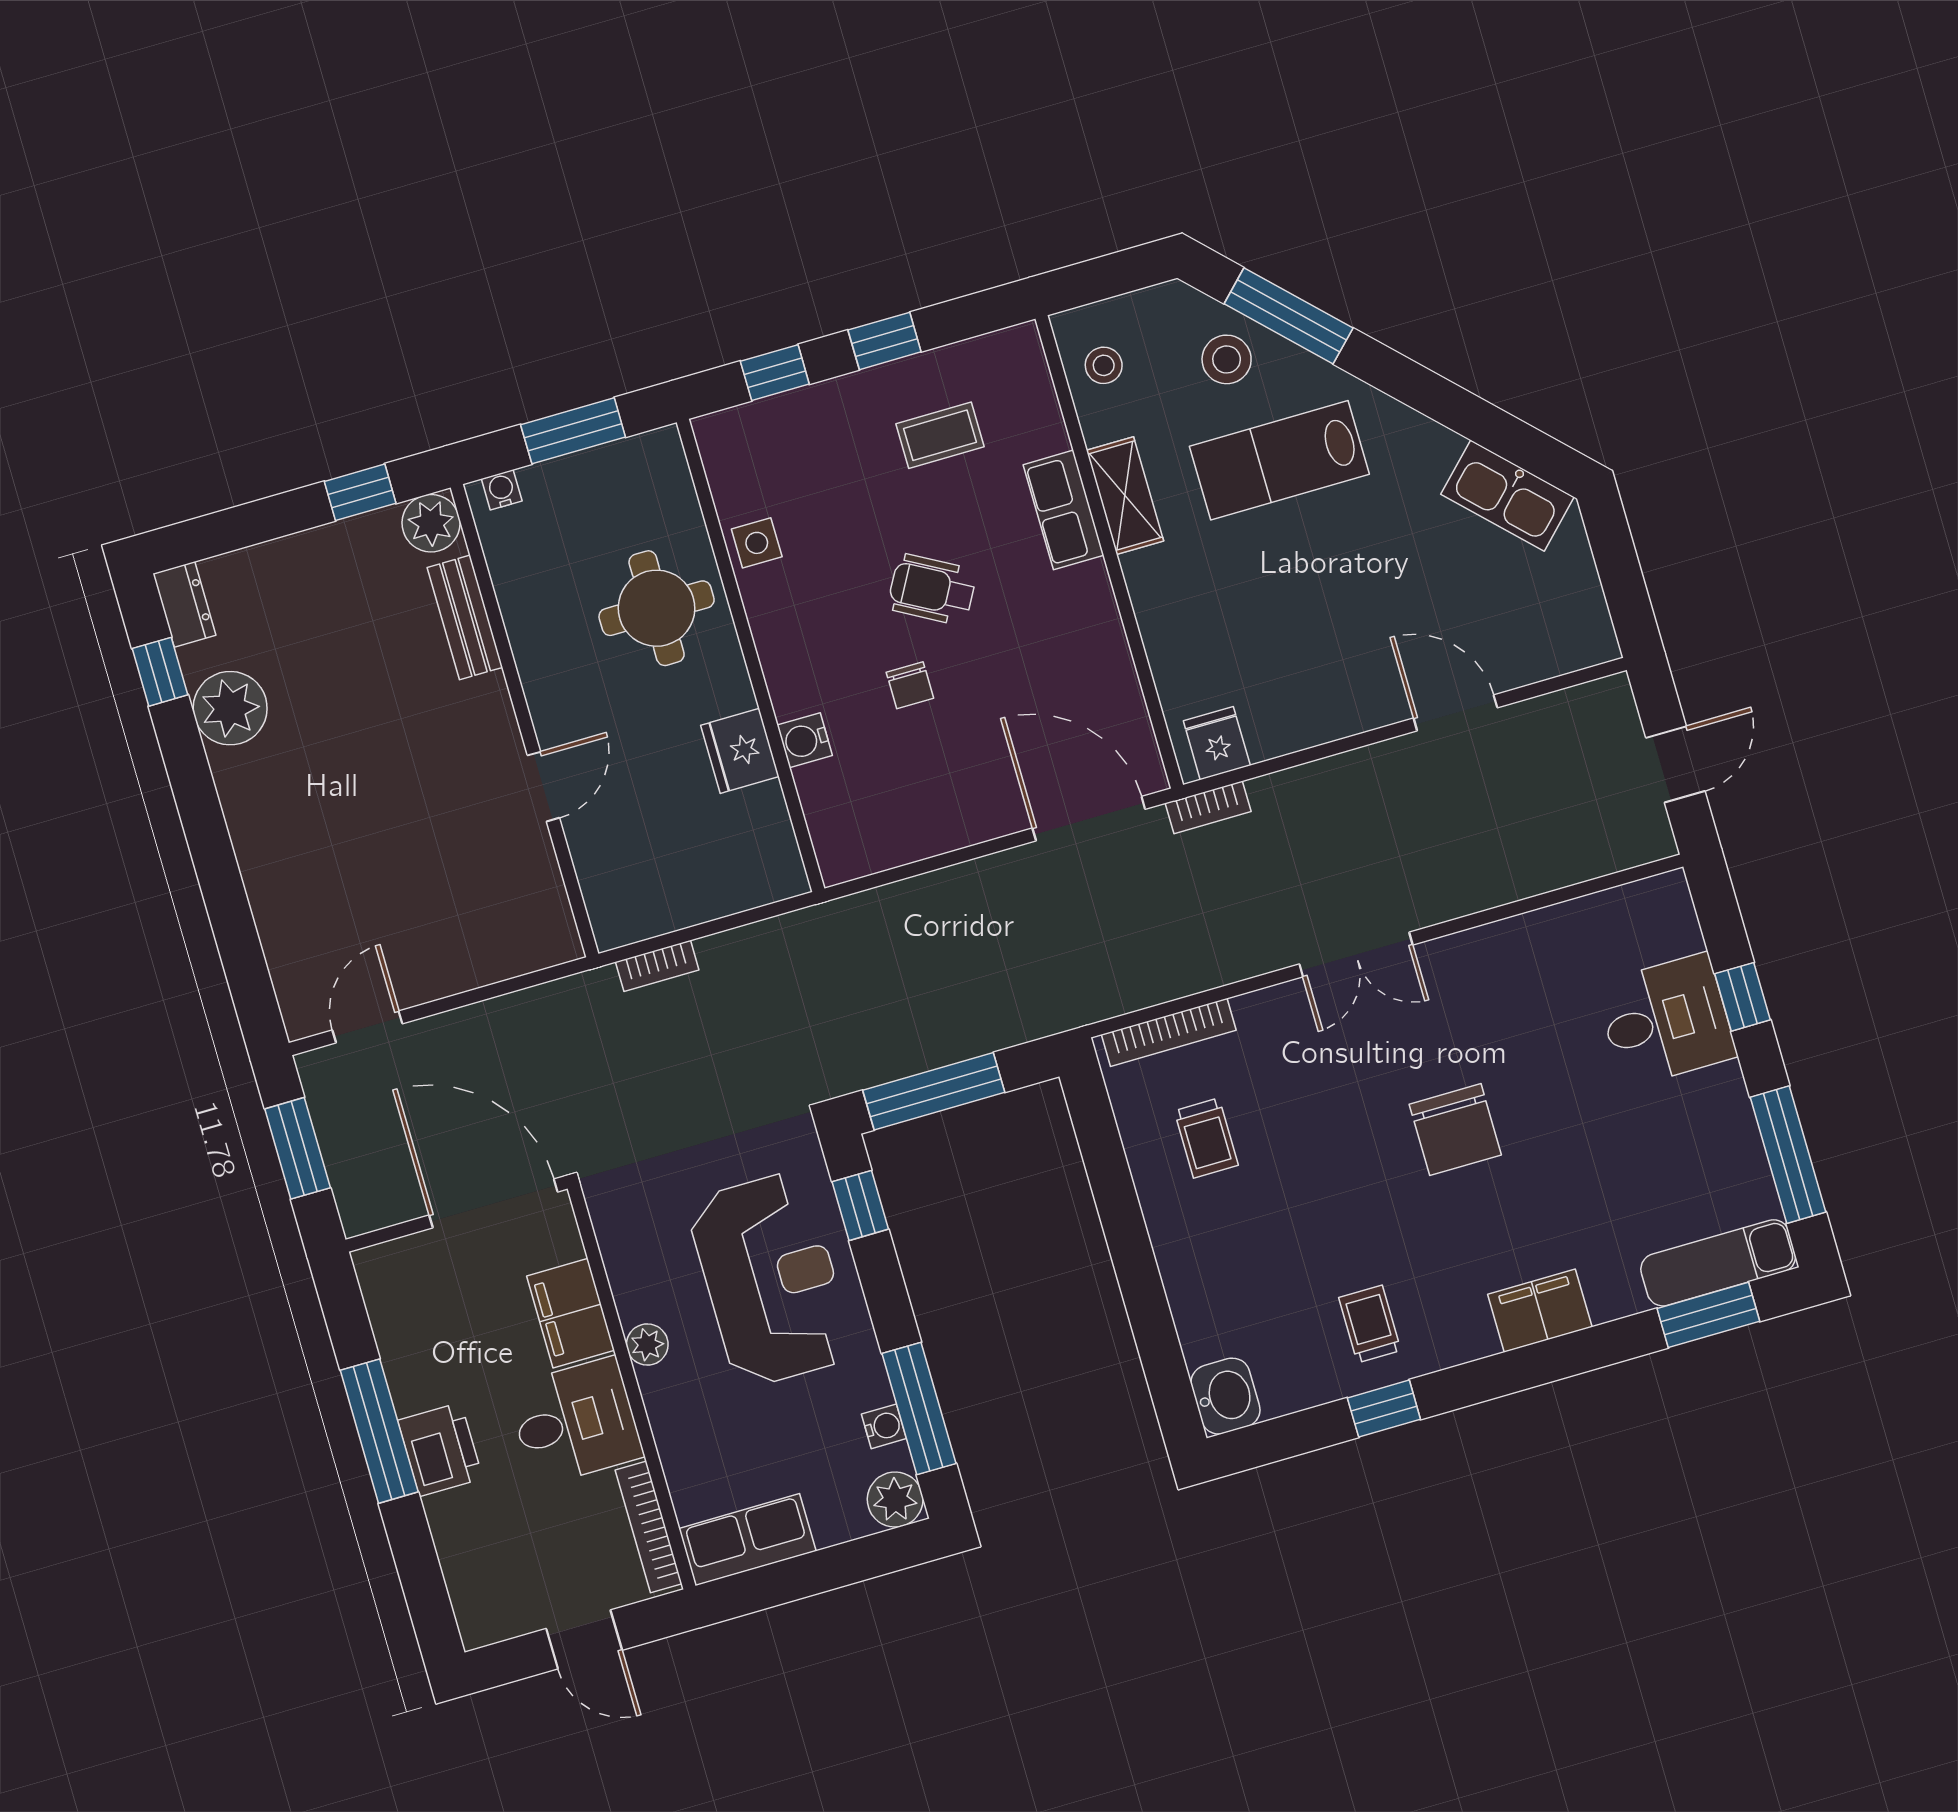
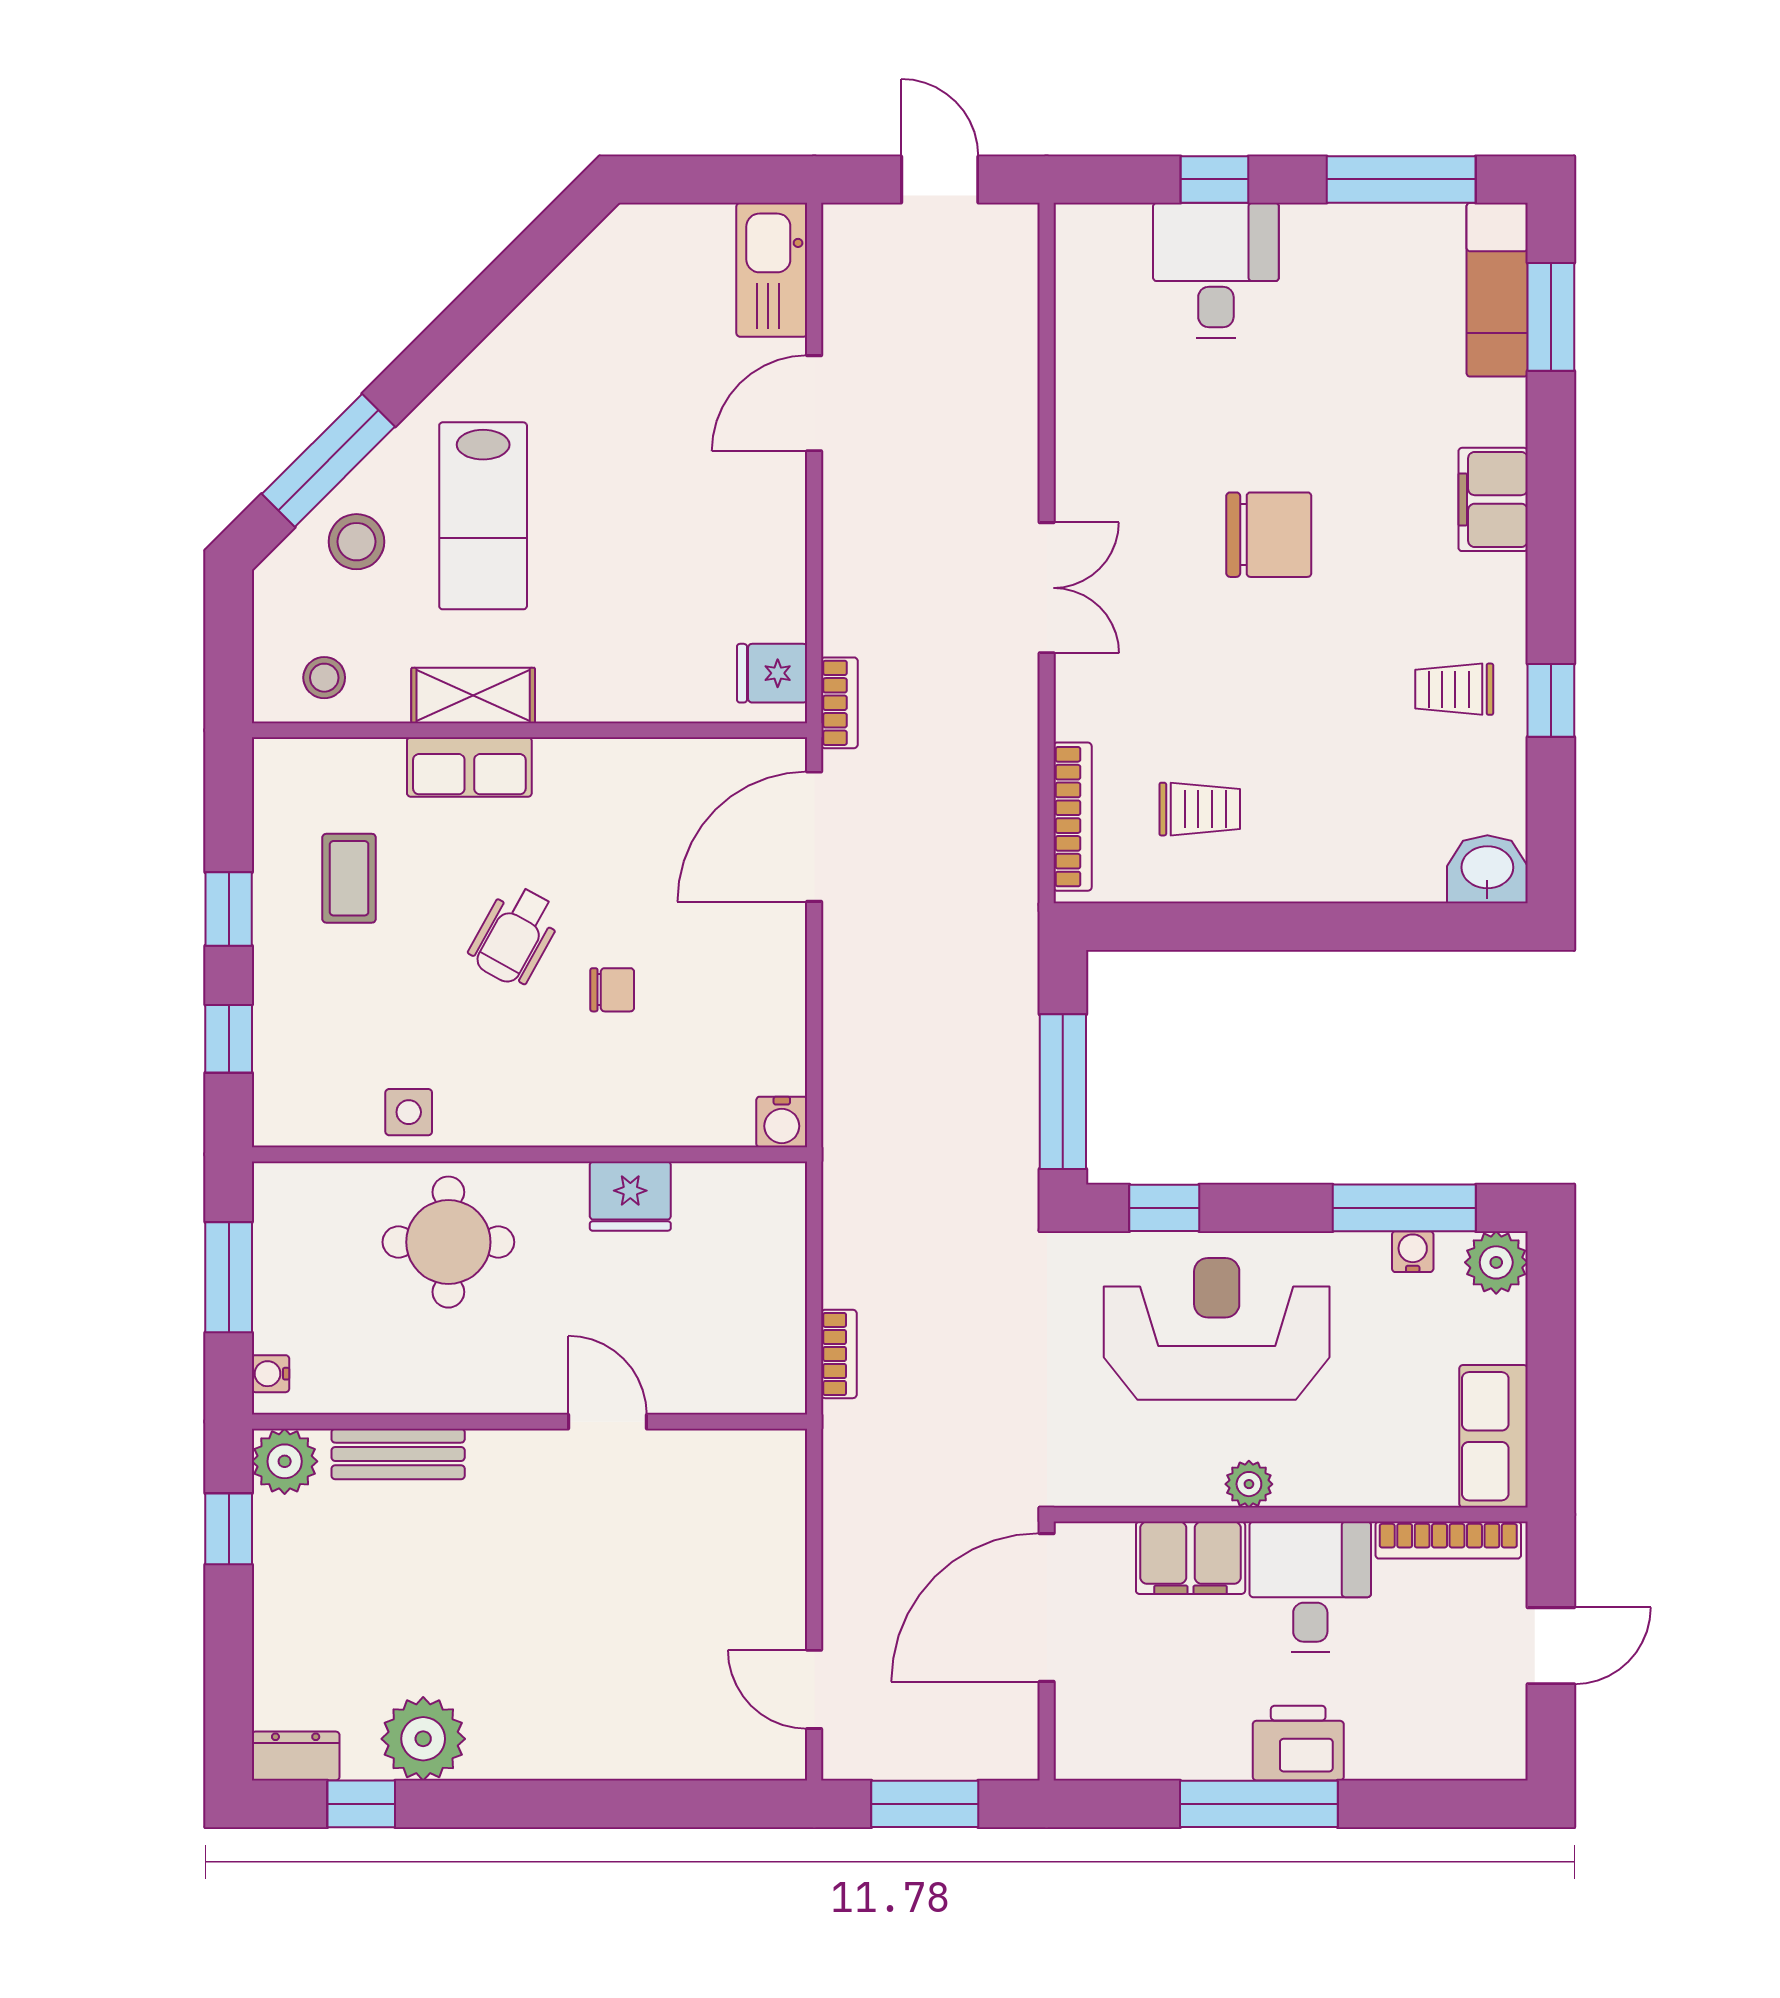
kitchen sink: (1507, 496) -> (772, 270), moved, turned 135
water cooler: (805, 740) -> (782, 1122), moved

